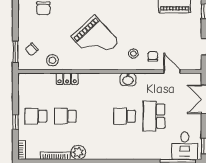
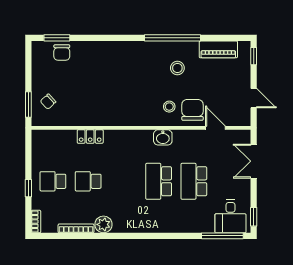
grand piano: (95, 39) -> (124, 89), removed
chair: (153, 56) -> (192, 110), width x1.87, depth x1.87
stool: (52, 60) -> (177, 68), moved
school desk: (124, 116) -> (159, 181), width x1.85

